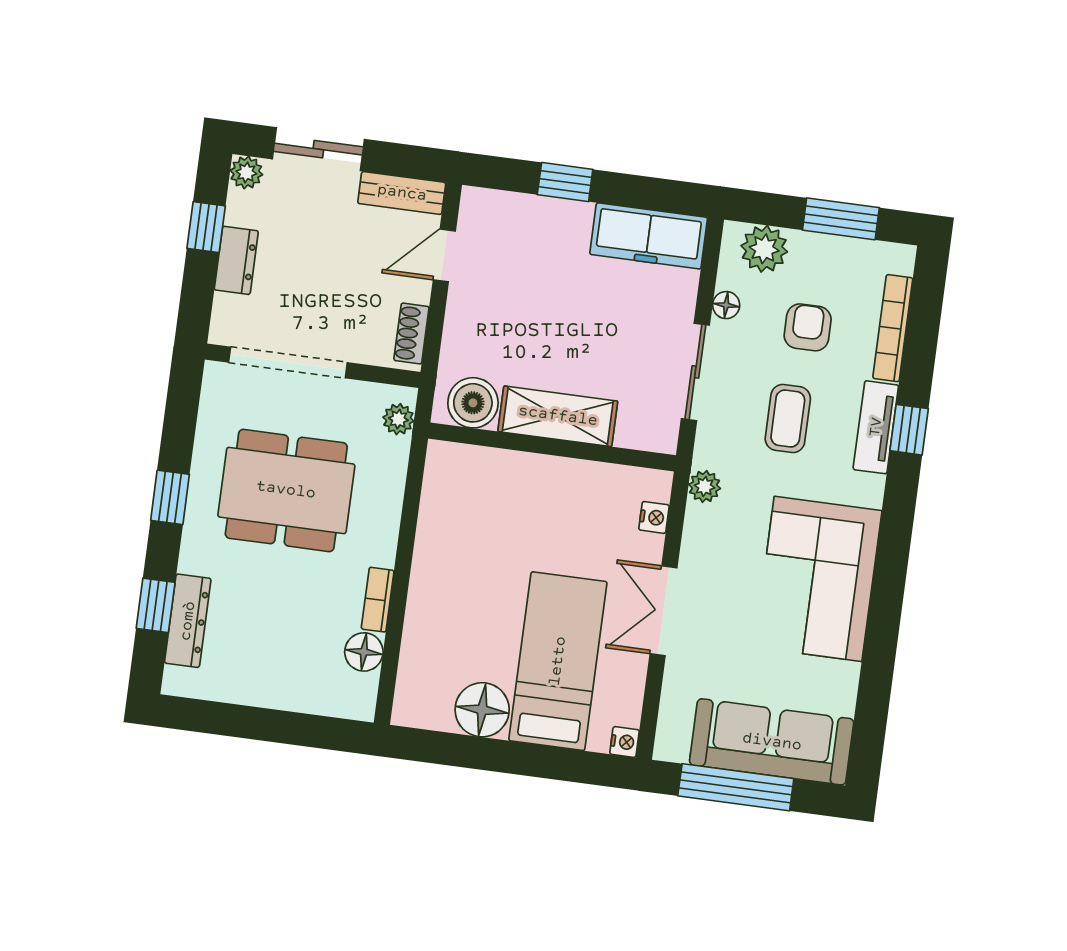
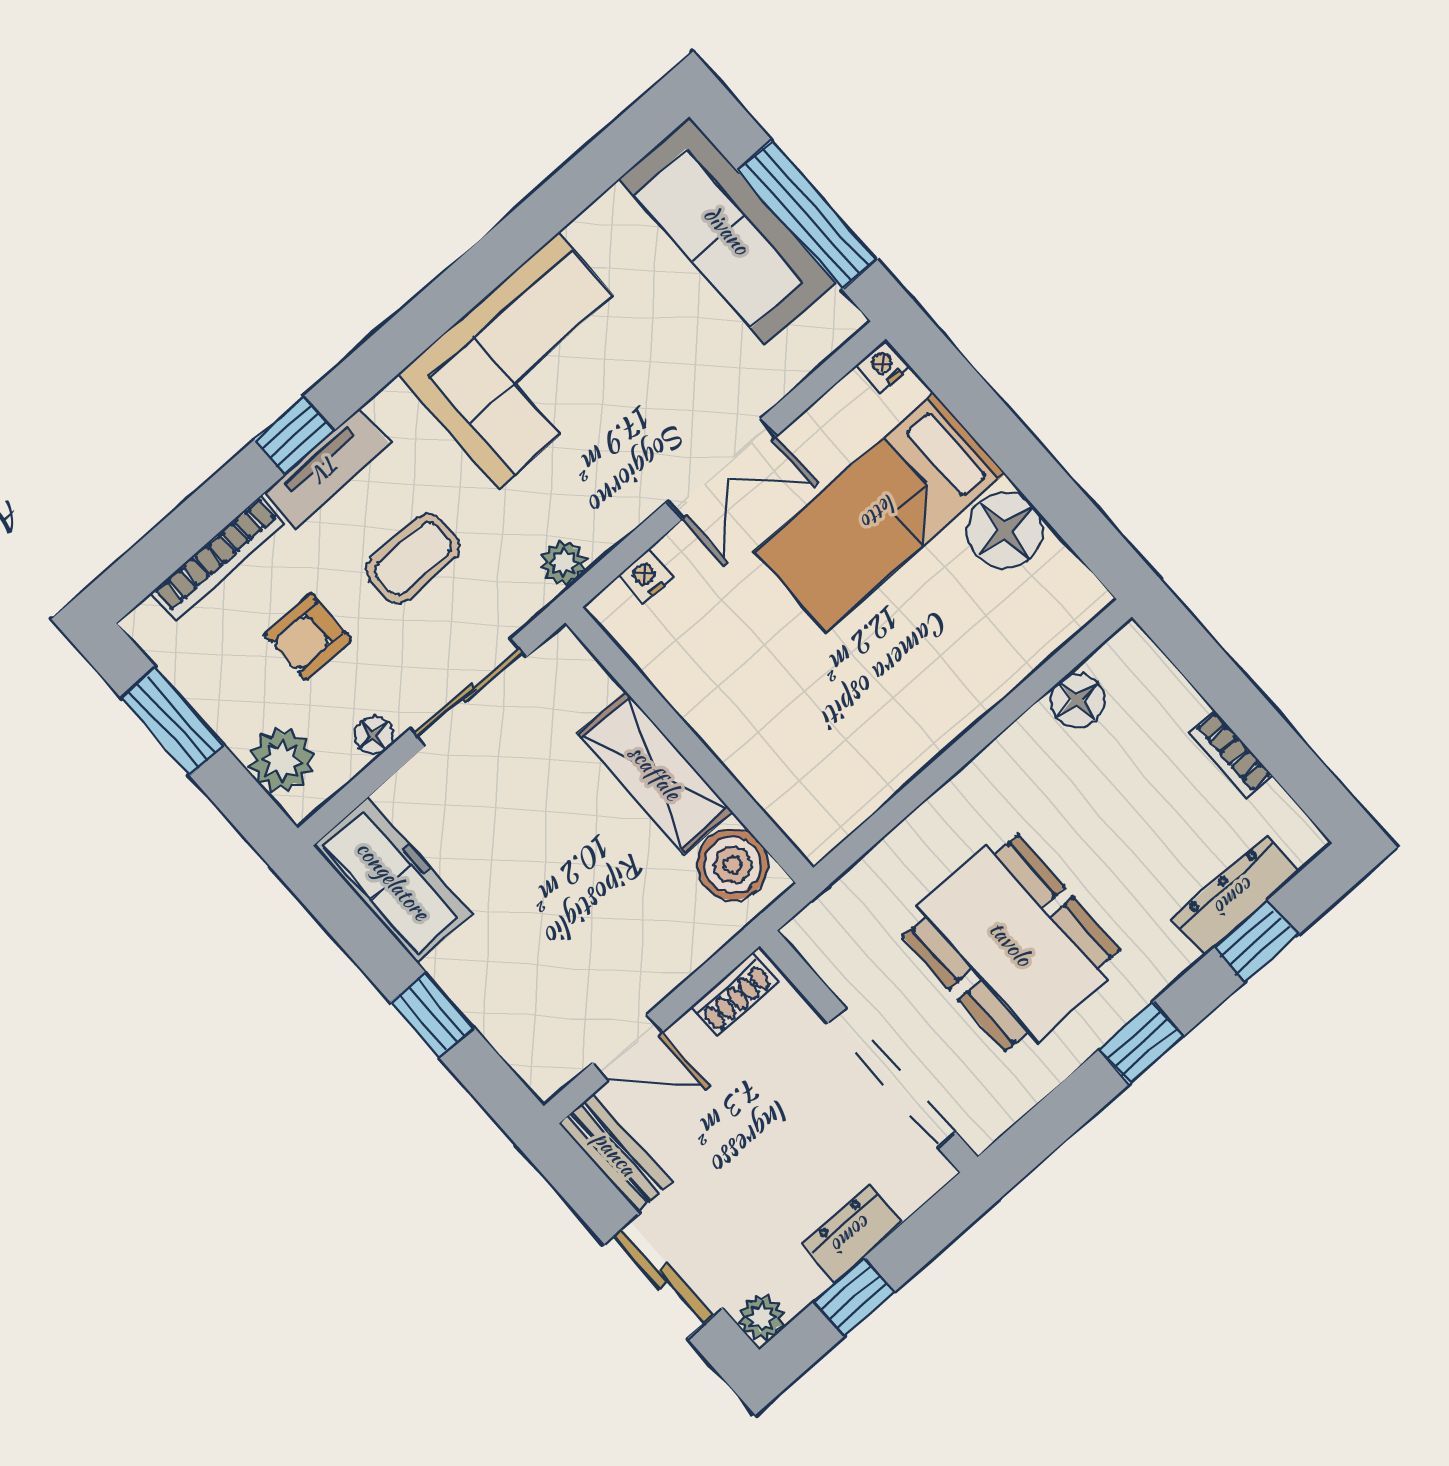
plant: (398, 419) -> (827, 916), removed
bookcase: (378, 600) -> (1231, 754), moved, turned 90

